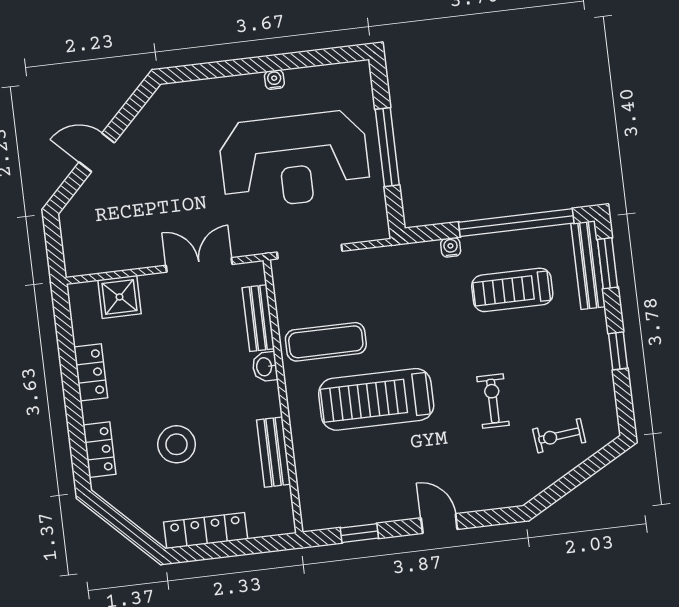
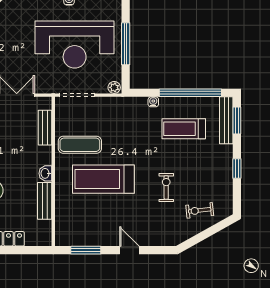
plant: (376, 230) -> (114, 87), added
washbasin: (265, 367) -> (45, 173), moved
window: (359, 533) -> (86, 250), width x1.50

